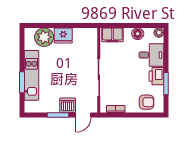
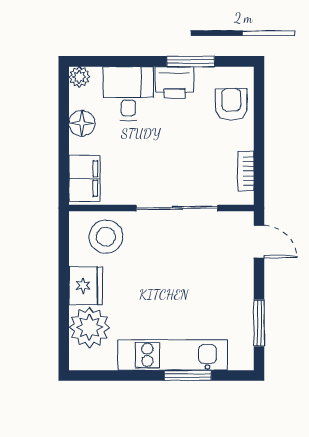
stool: (86, 45) -> (106, 237), added
dishwasher: (68, 105) -> (238, 276), removed
window: (58, 115) -> (259, 323), moved

